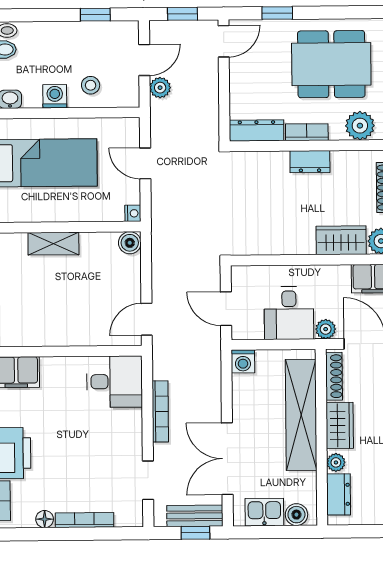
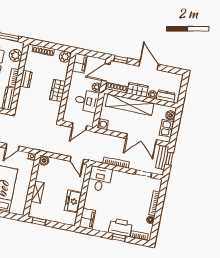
wardrobe: (341, 240) -> (58, 91), moved
freezer: (49, 330) -> (73, 201), added

